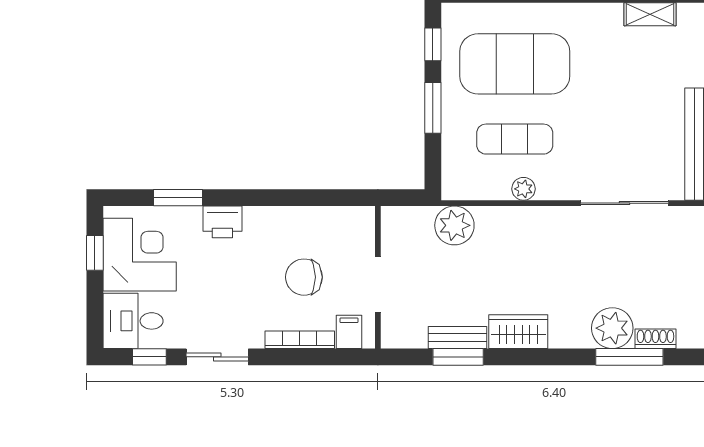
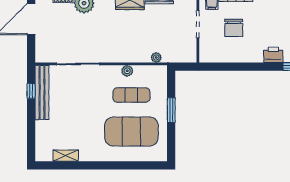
window: (433, 44) -> (171, 141), removed
plant: (454, 225) -> (156, 57), width x0.53, depth x0.53
chair: (304, 277) -> (234, 28), turned 90

